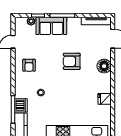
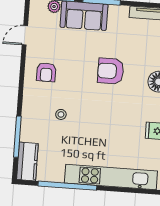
dishwasher: (21, 105) -> (29, 131), removed

